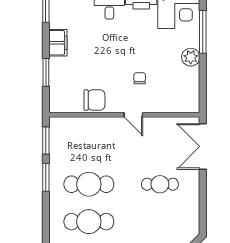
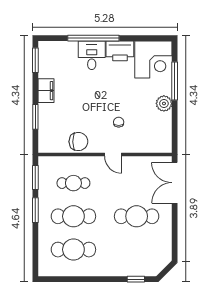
cafe table: (89, 147) -> (73, 183), added
cafe table: (160, 184) -> (137, 216), width x1.37, depth x1.35

